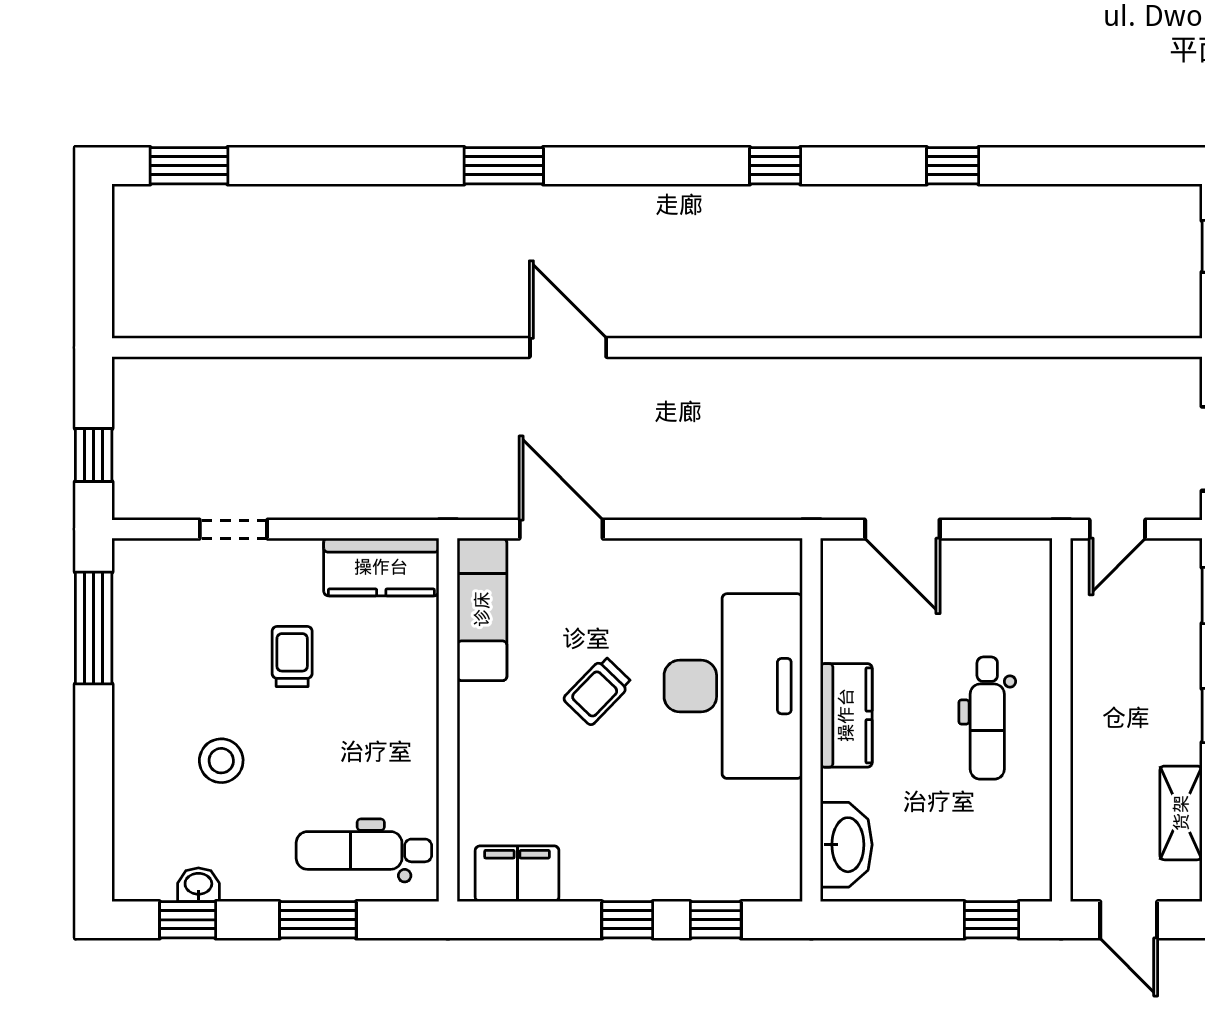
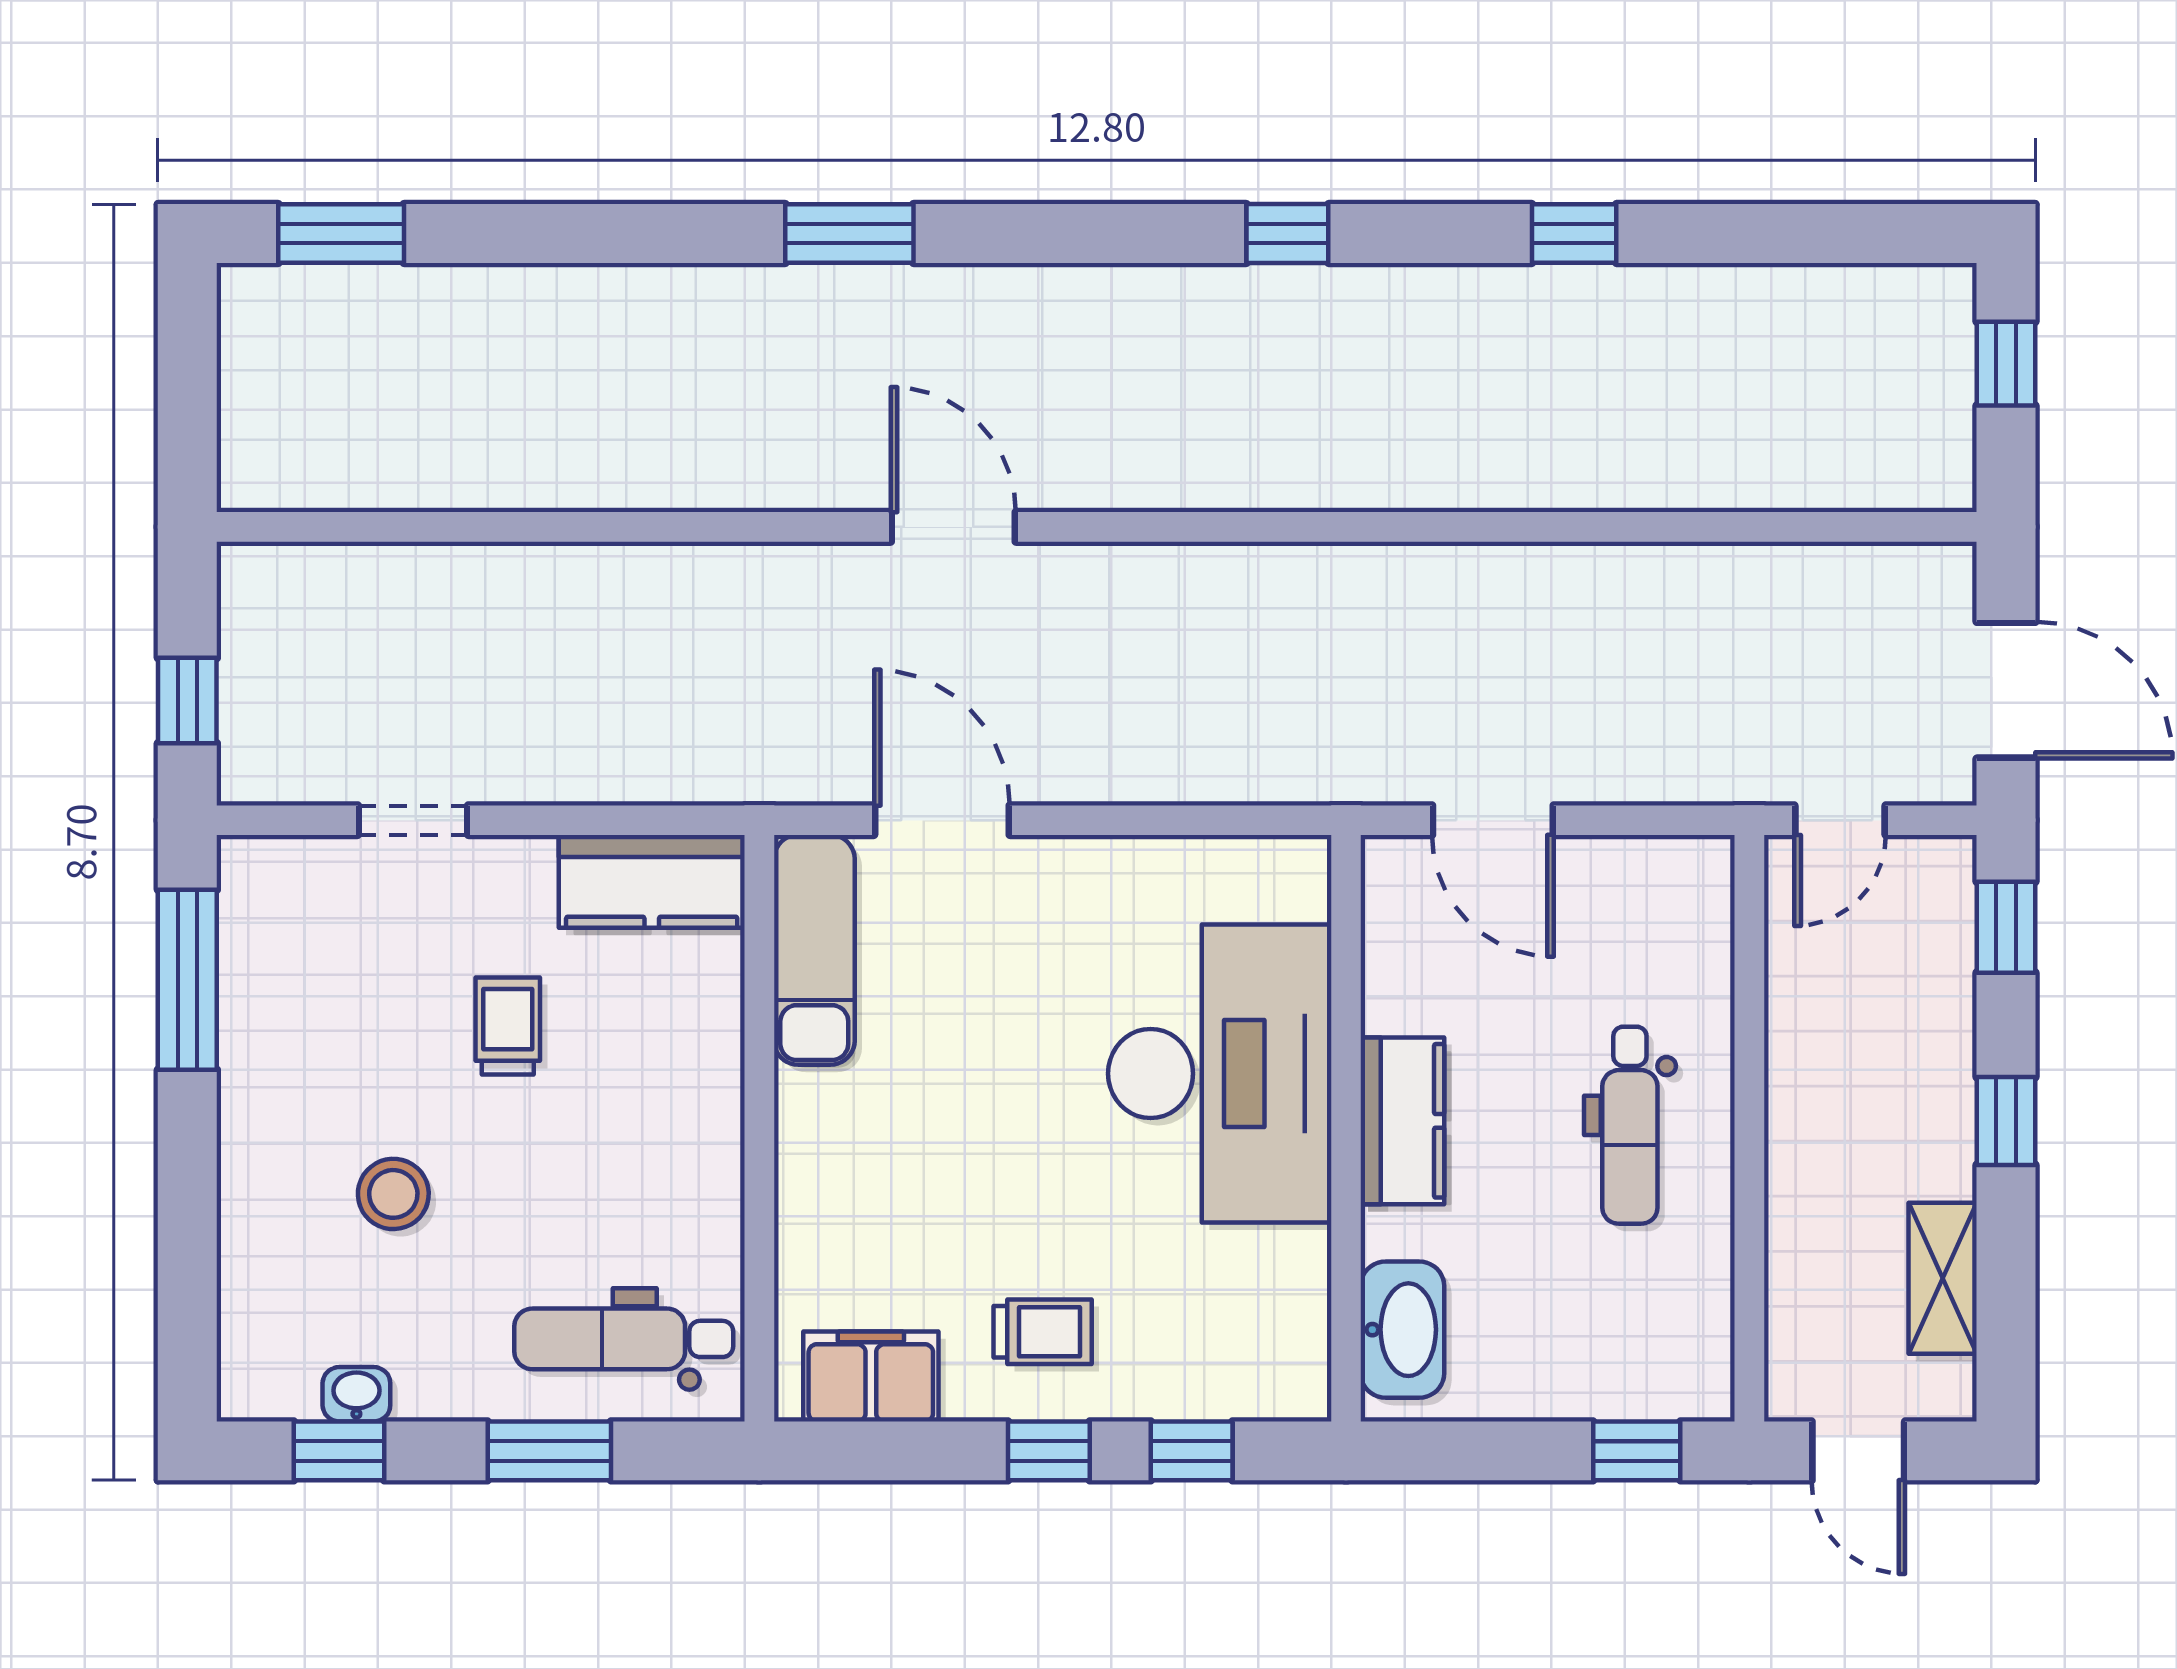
trolley: (598, 691) -> (1043, 1332), moved, turned -134

